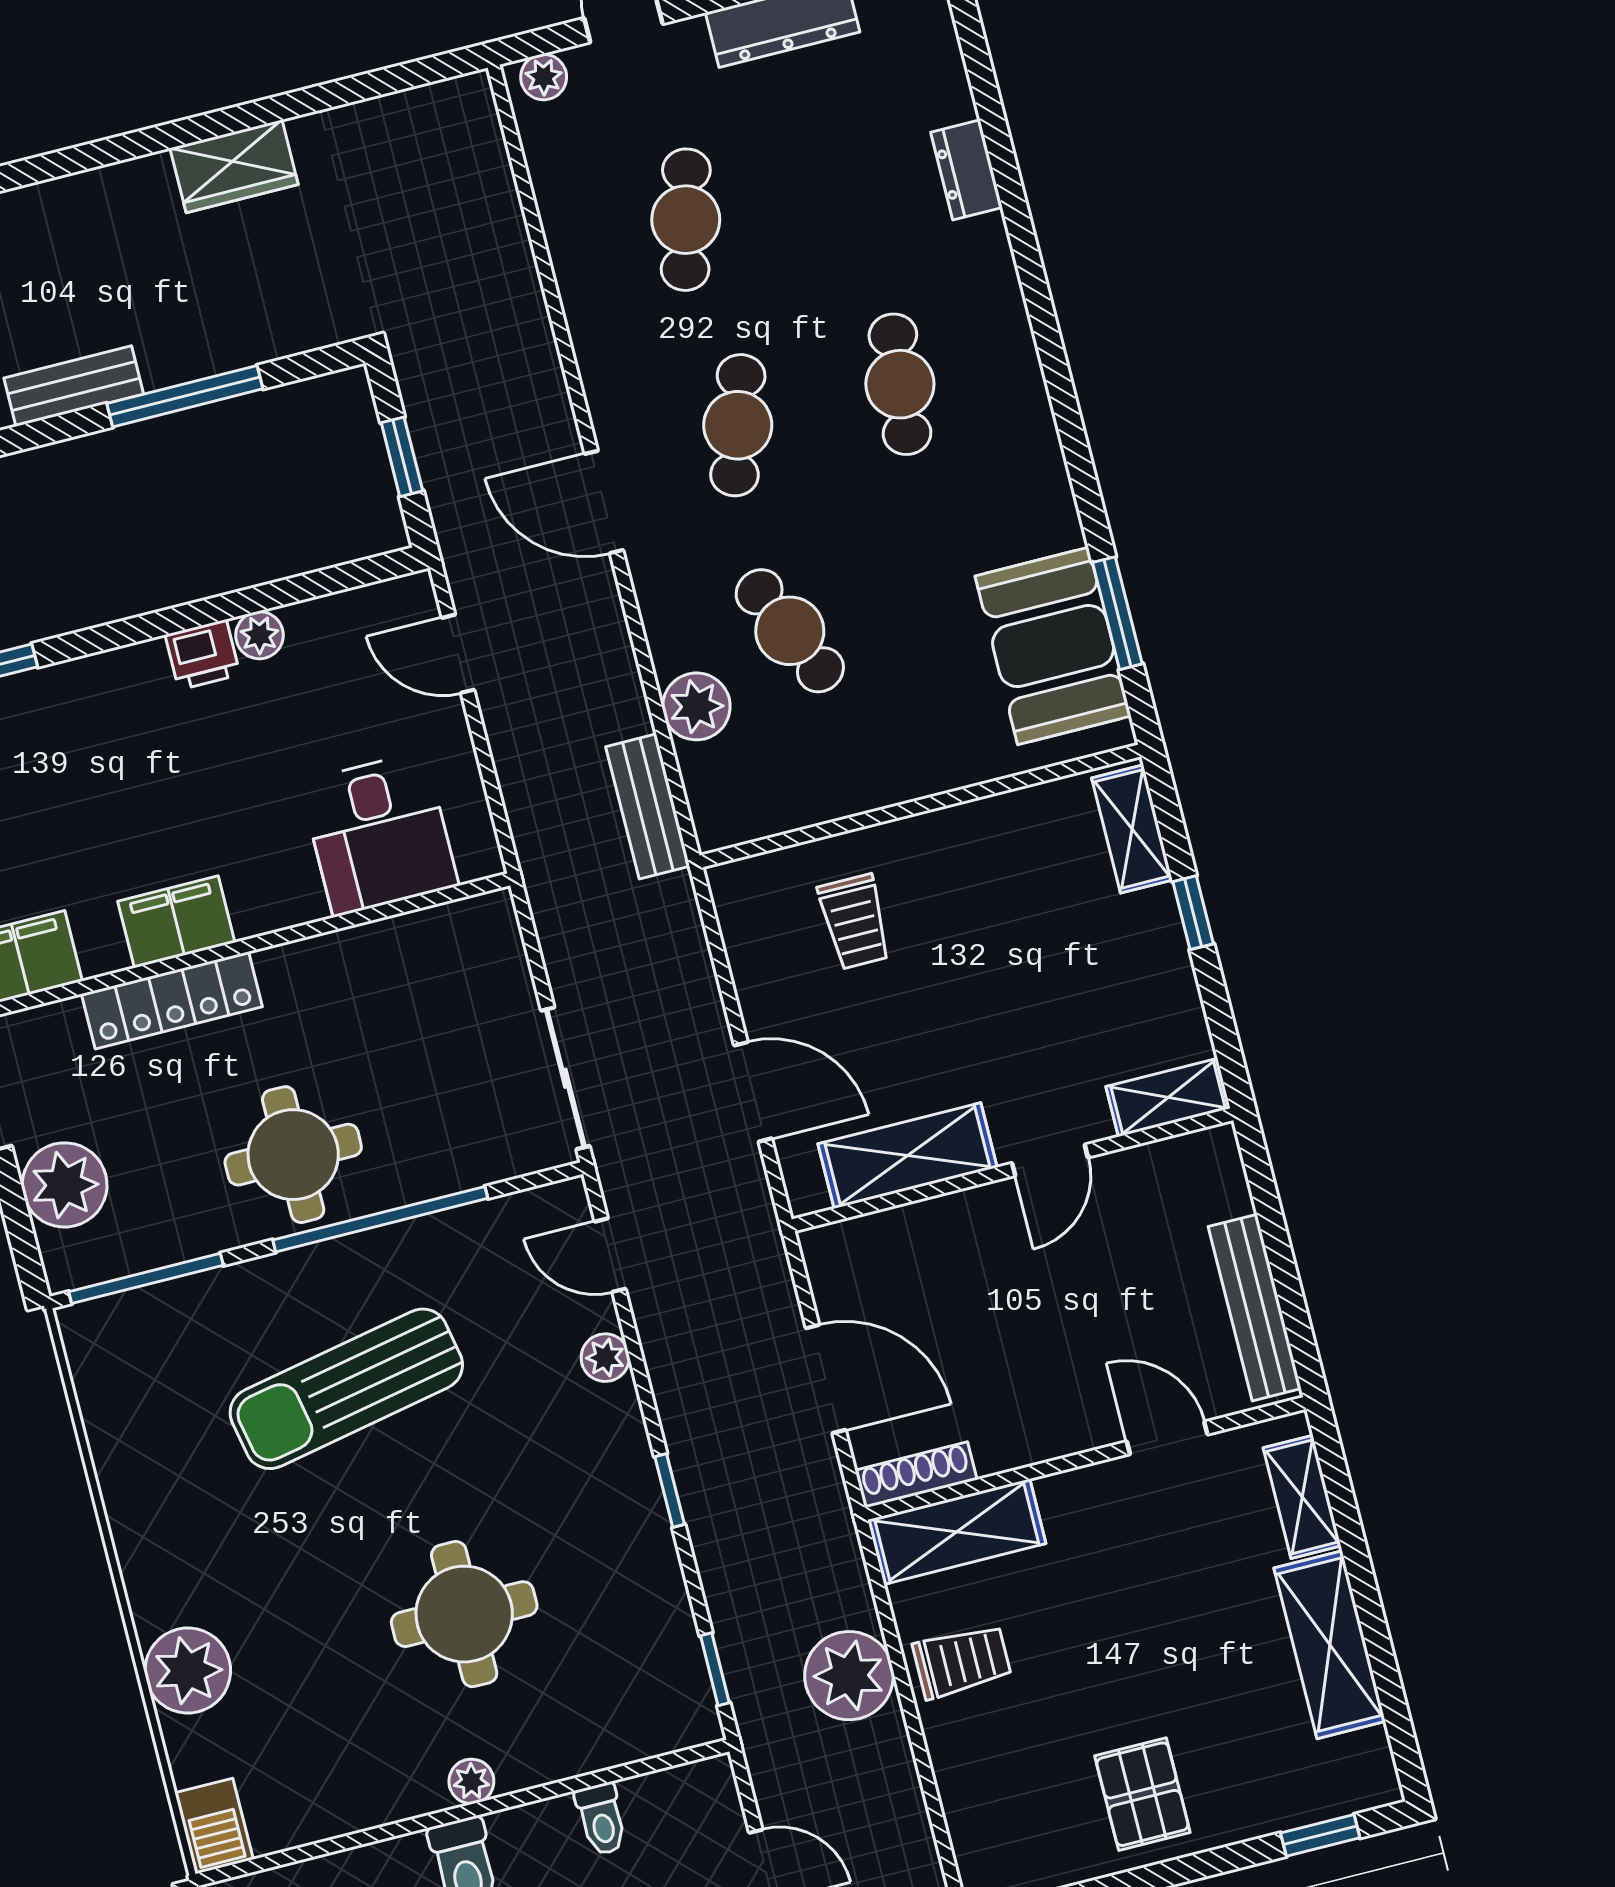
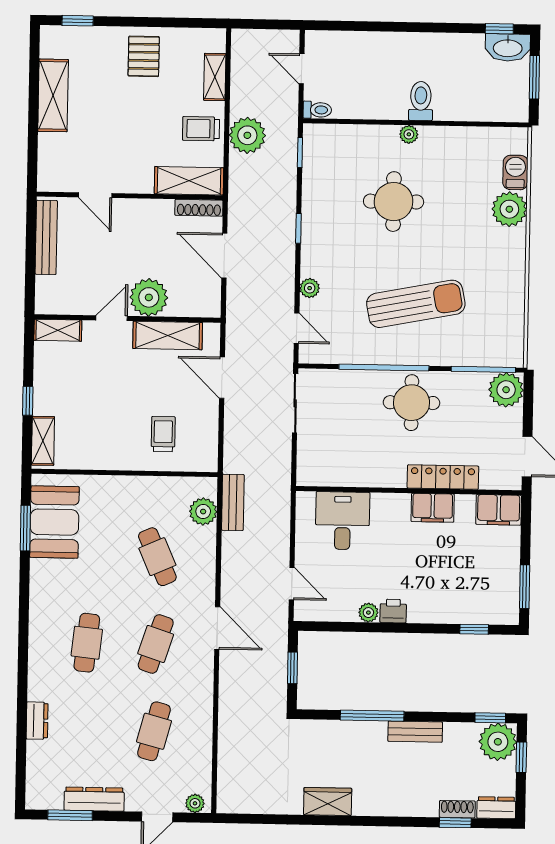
plant: (696, 706) -> (203, 512), moved
plant: (65, 1185) -> (506, 390), moved
plant: (976, 1233) -> (149, 297), added
shelving: (1302, 1497) -> (215, 77), moved
toilet: (601, 1819) -> (317, 110), moved, turned 90
barbecue: (214, 1826) -> (515, 172), moved

